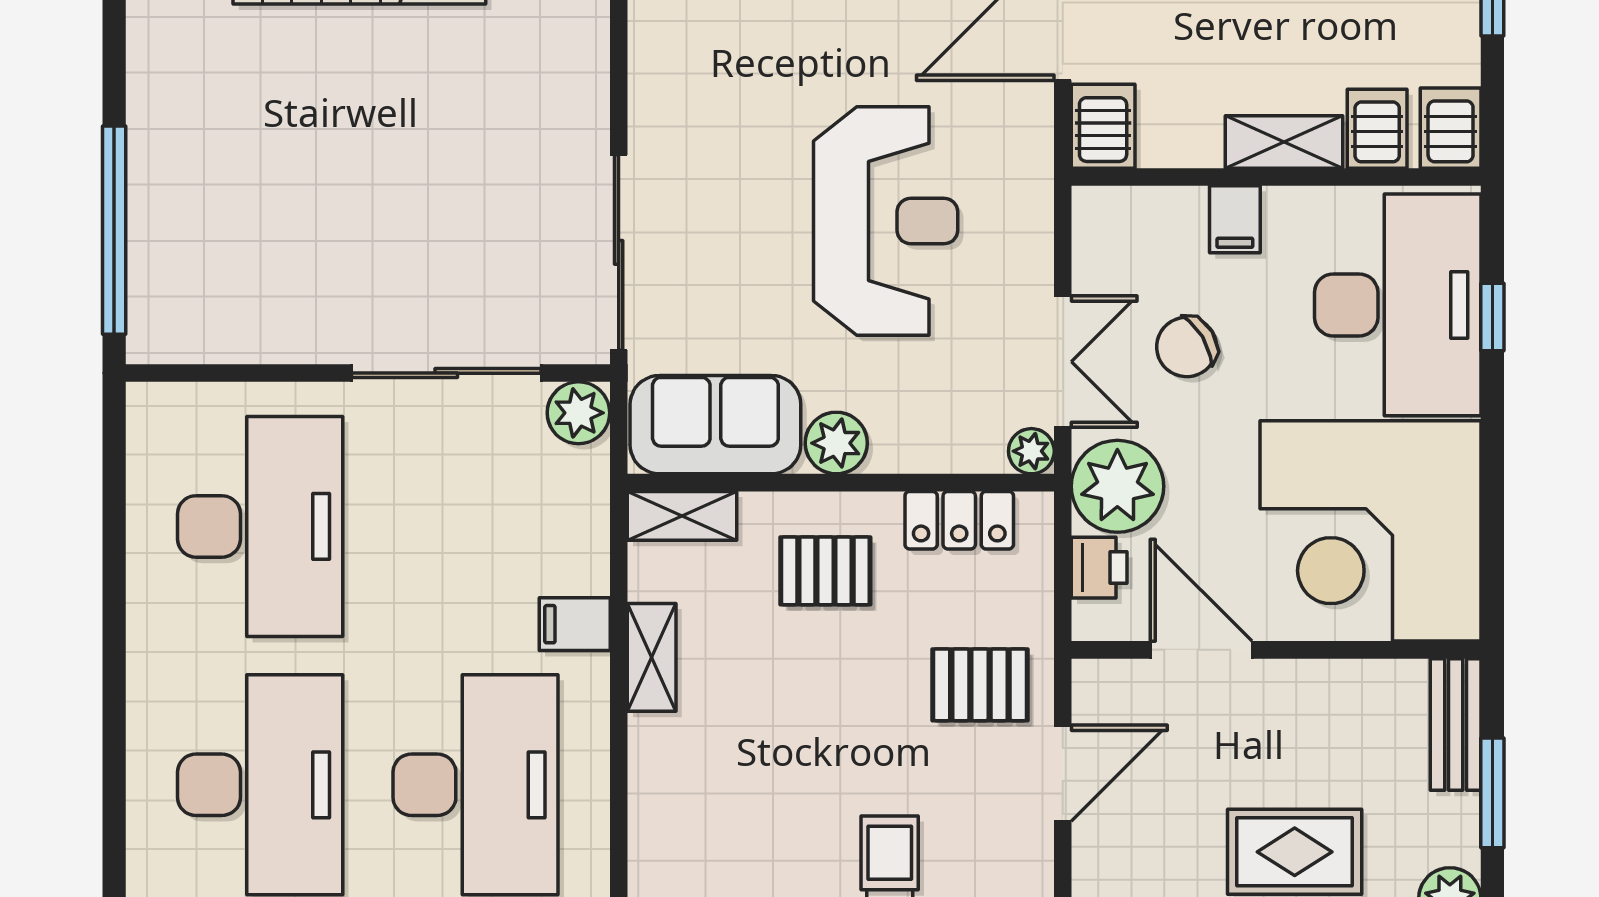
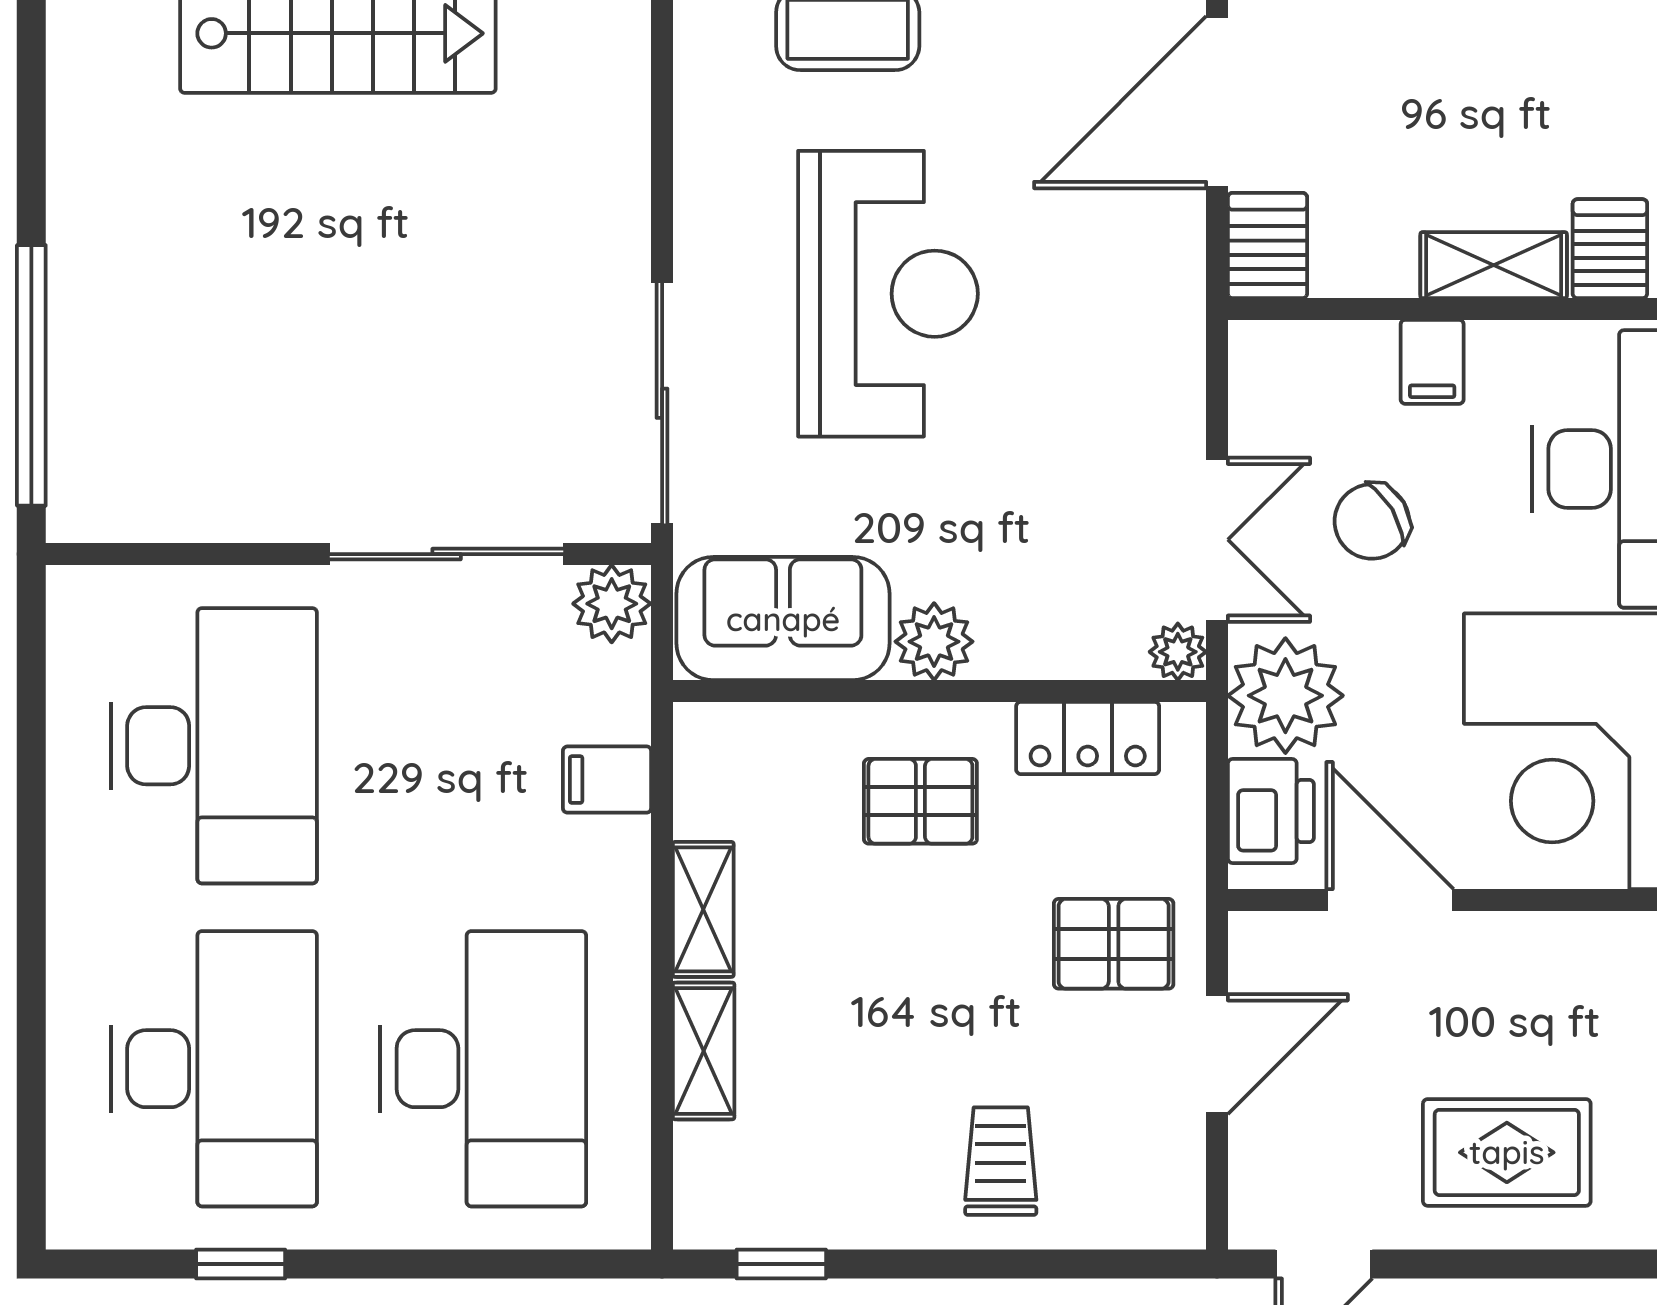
reception desk: (886, 221) -> (888, 294), moved
shelving: (682, 516) -> (704, 1051), moved, turned 90
printer: (1099, 568) -> (1271, 811), width x1.36, depth x1.24
filing cabinet: (575, 624) -> (607, 780), moved

